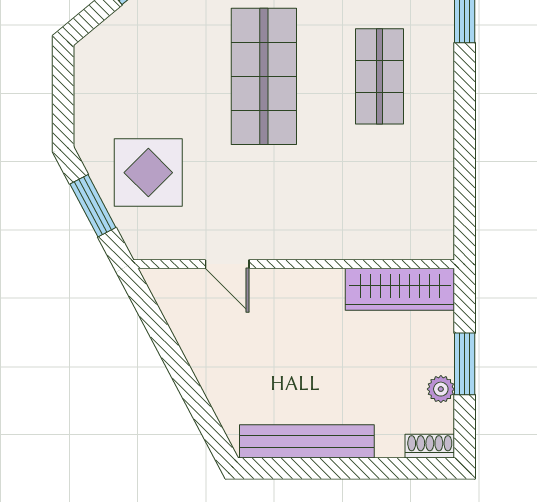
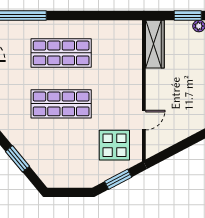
shop shelf: (380, 76) -> (61, 53), width x1.43, depth x1.36
display table: (148, 173) -> (114, 145), moved

